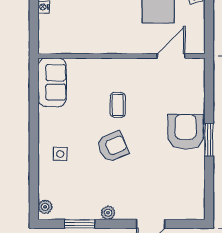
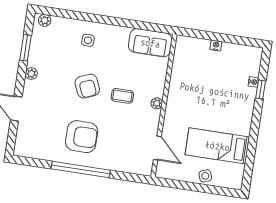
plant: (120, 64) -> (157, 103), added
armchair: (186, 132) -> (82, 137), moved
window: (209, 140) -> (81, 170), width x2.11

